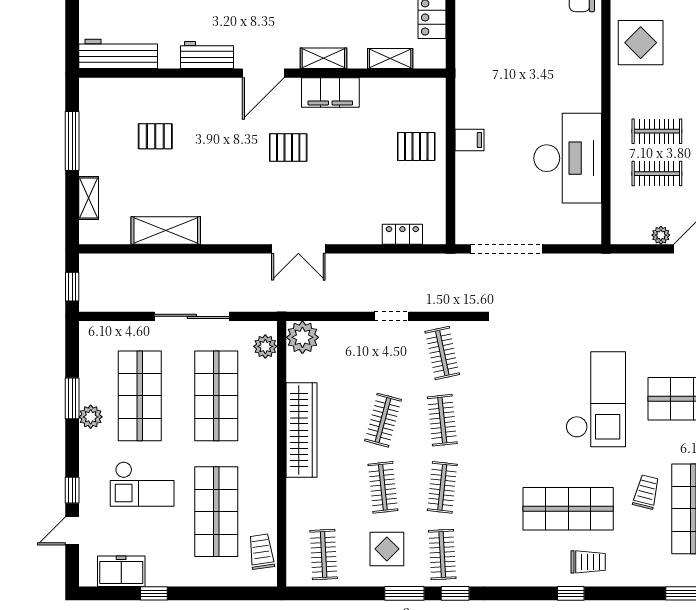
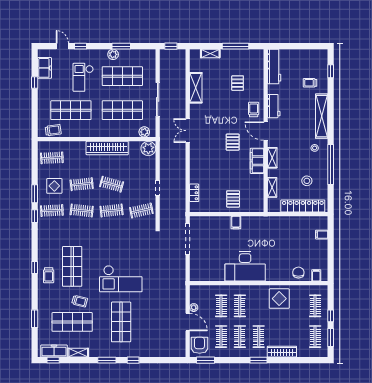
trolley: (215, 100) -> (254, 109), added
desk: (568, 158) -> (245, 266), moved
double door: (298, 249) -> (188, 131), moved

